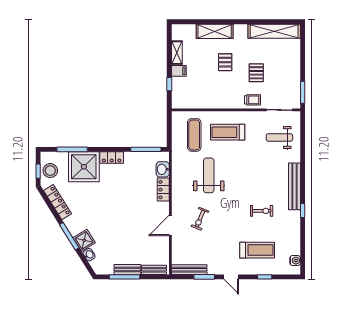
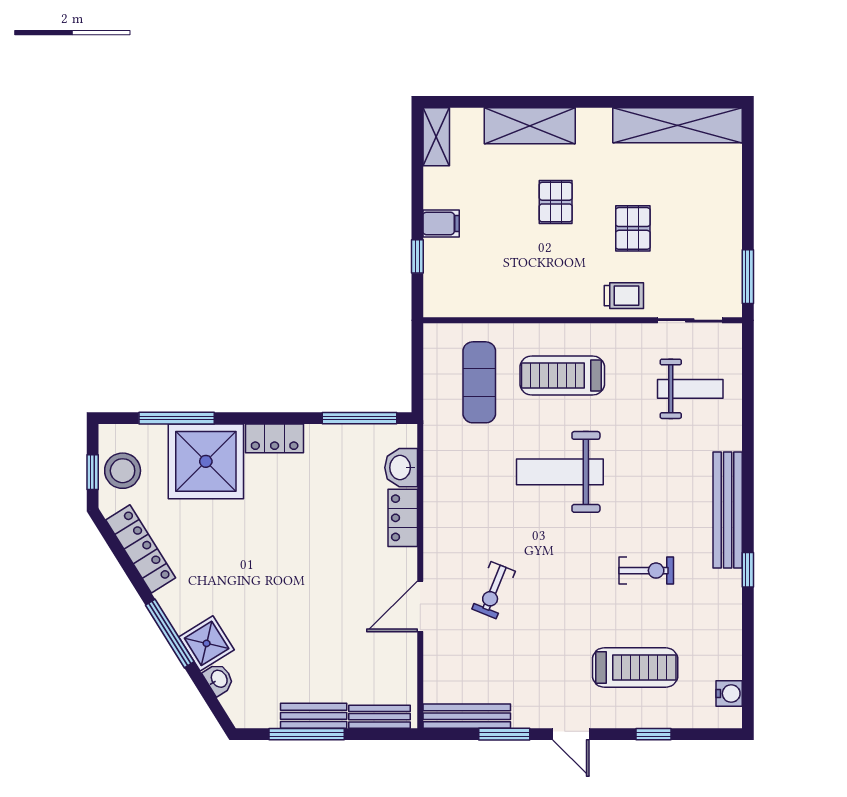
shelving: (177, 53) -> (436, 137), moved
weight bench: (279, 138) -> (690, 389), turned 180
weight bench: (209, 175) -> (560, 472), moved, turned -90

